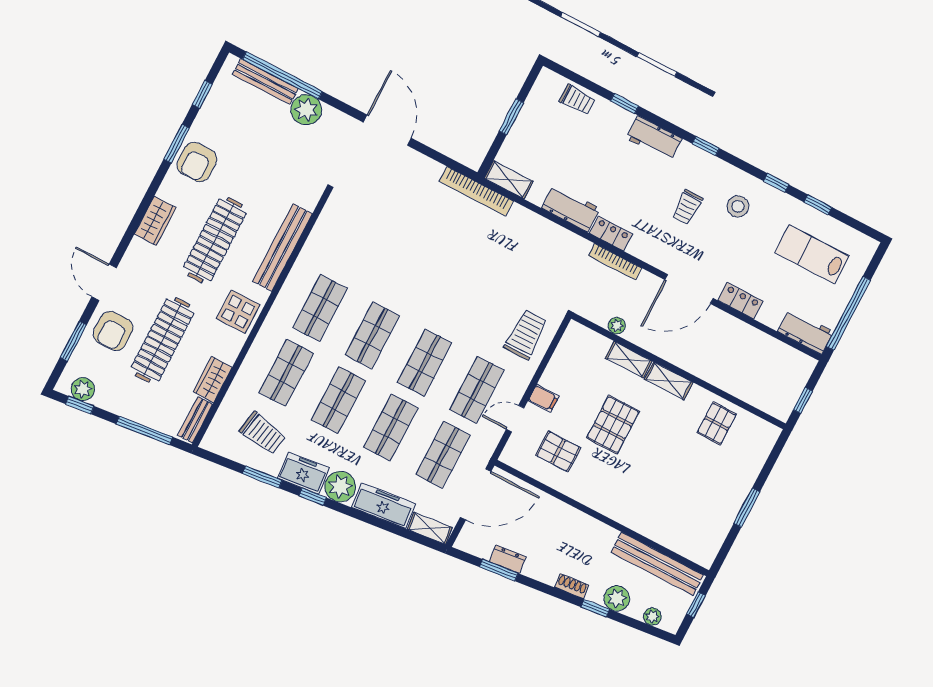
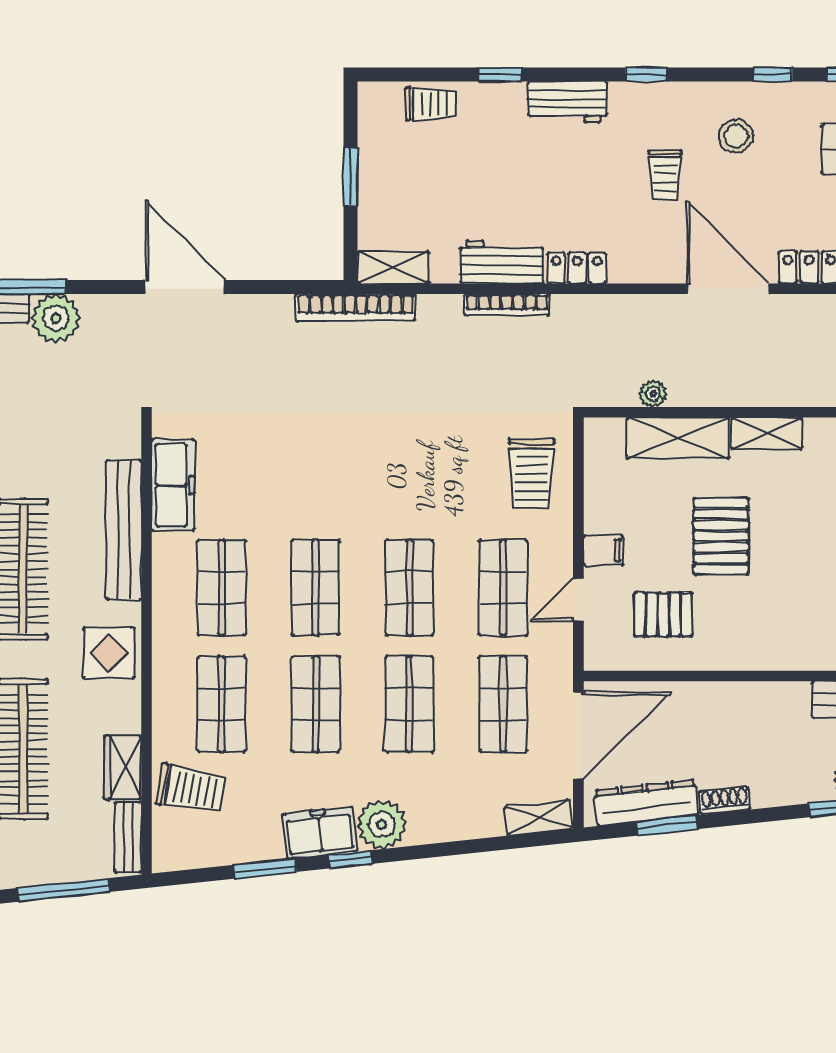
bookcase: (615, 262) -> (507, 305), moved
door: (689, 289) -> (728, 289), swing flipped
trolley: (526, 335) -> (532, 474), turned 180
shelving: (629, 360) -> (678, 438), width x1.50, depth x1.33
trolley: (263, 433) -> (191, 789), moved
freezer: (384, 506) -> (173, 485), moved, turned 96
dresser: (508, 559) -> (646, 803), width x1.96, depth x1.24
shoe rack: (572, 586) -> (725, 800), moved

